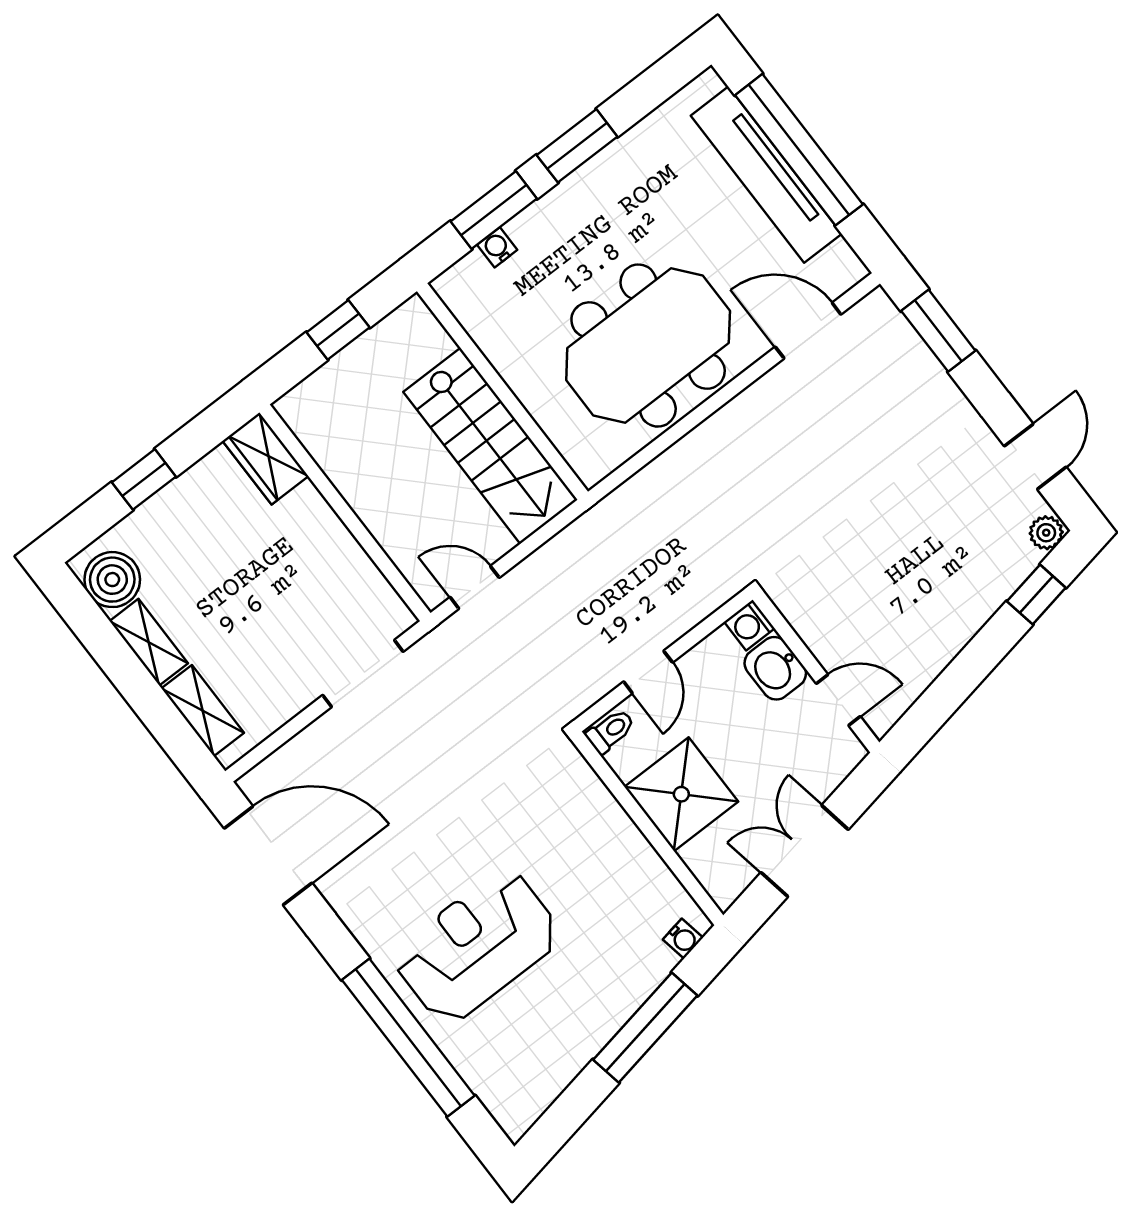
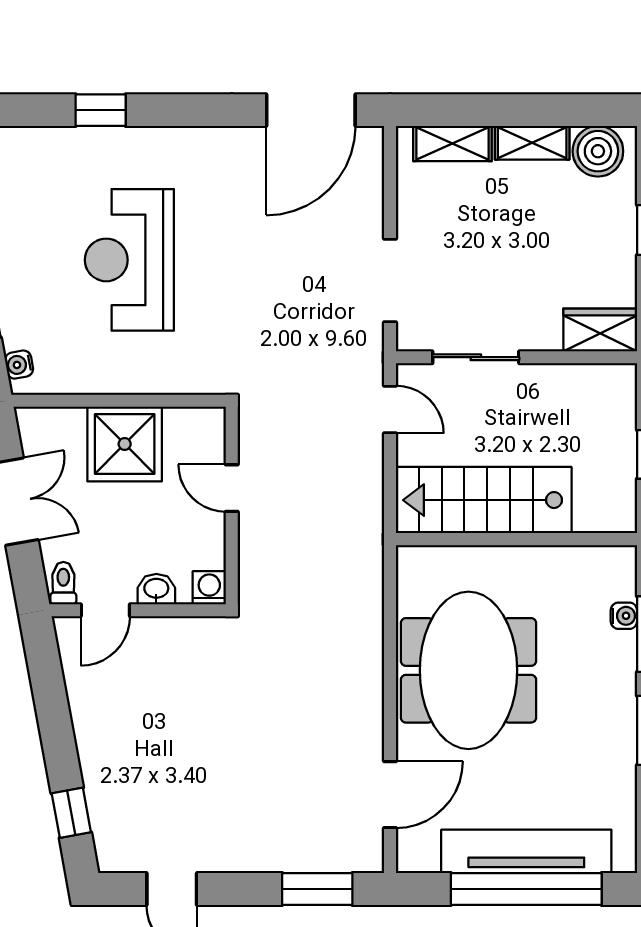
plant: (1046, 533) -> (110, 854), removed
sliding door: (372, 548) -> (476, 357), added
door: (475, 587) -> (390, 410), hinge flipped
washbasin: (775, 668) -> (156, 589), width x0.72, depth x0.69
toilet: (610, 731) -> (63, 583), moved, turned 180
reception desk: (477, 946) -> (129, 260), moved, turned 180
window: (408, 1038) -> (101, 110), width x0.32

